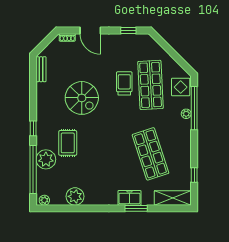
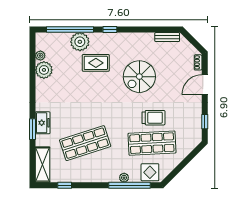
plant: (44, 200) -> (40, 56), moved

